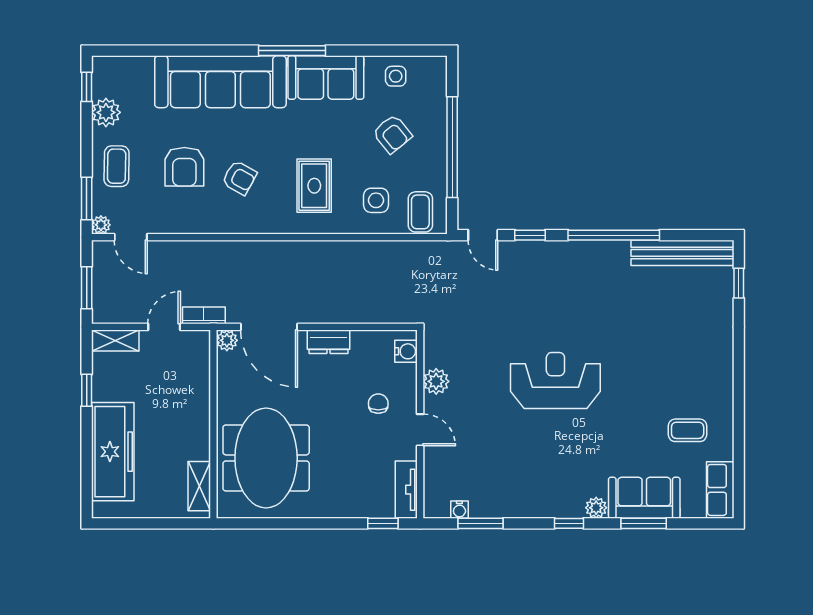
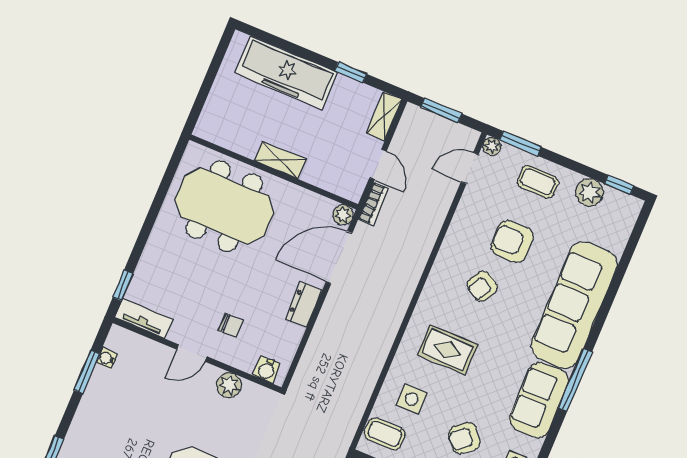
shelving: (199, 486) -> (280, 160), moved

